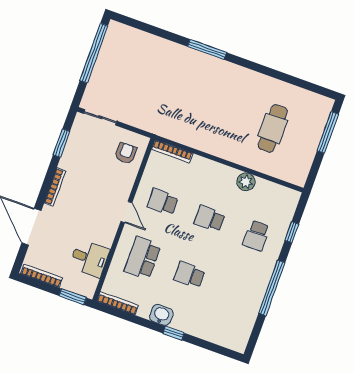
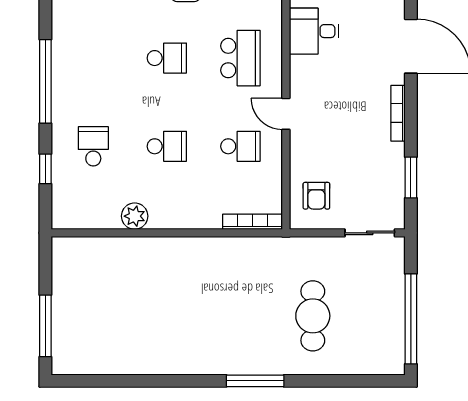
cafe table: (273, 128) -> (313, 316), moved

